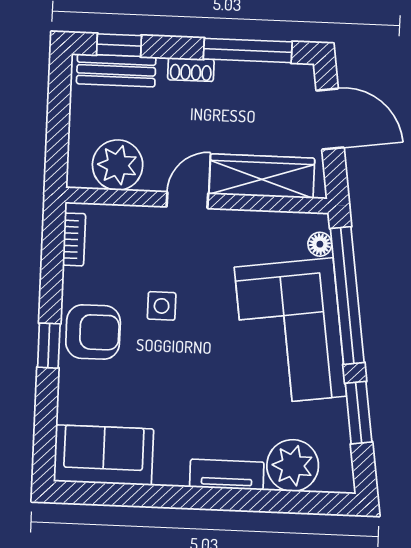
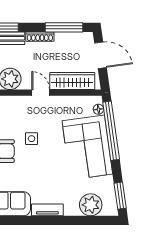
shoe rack: (191, 70) -> (40, 37), width x1.43
door: (187, 200) -> (41, 93), hinge flipped
window: (359, 413) -> (120, 196), moved
tv unit: (227, 475) -> (47, 210), moved

